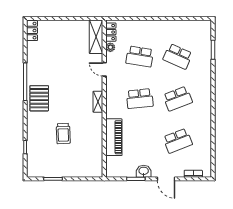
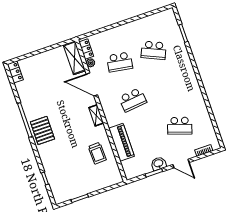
door: (104, 69) -> (92, 85), width x1.88
school desk: (178, 99) -> (167, 88), removed
trolley: (63, 134) -> (97, 153), moved
school desk: (178, 141) -> (180, 126), turned 39

